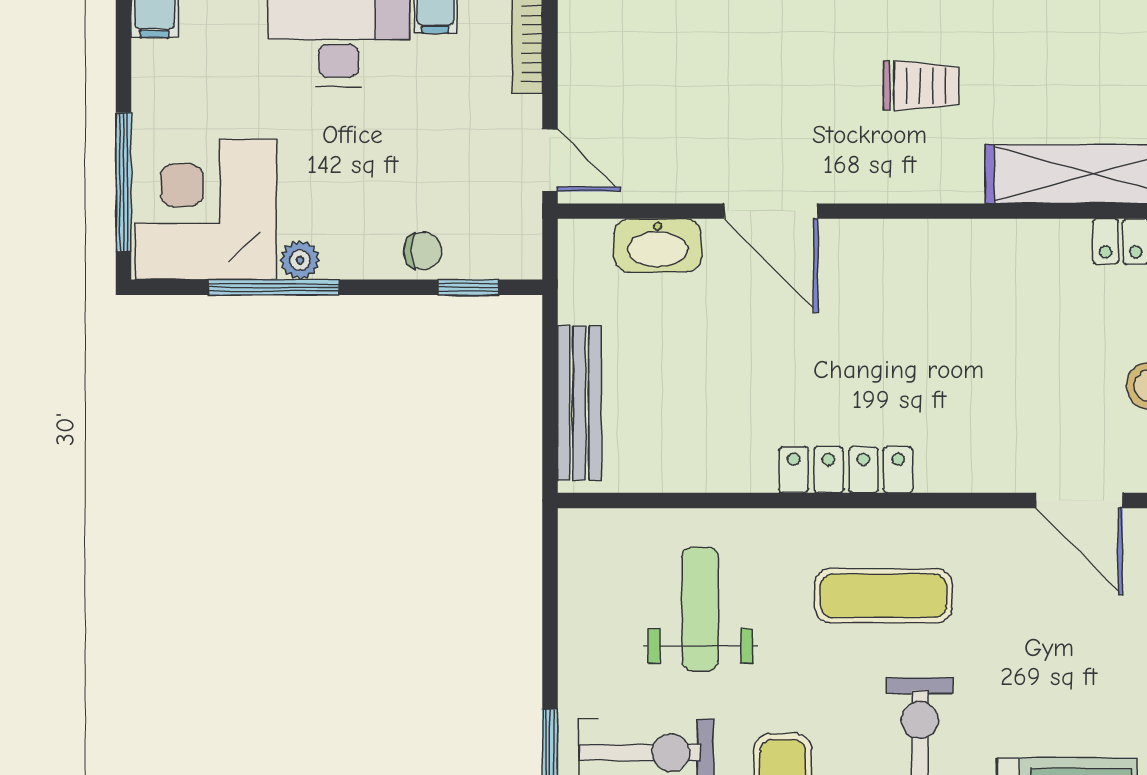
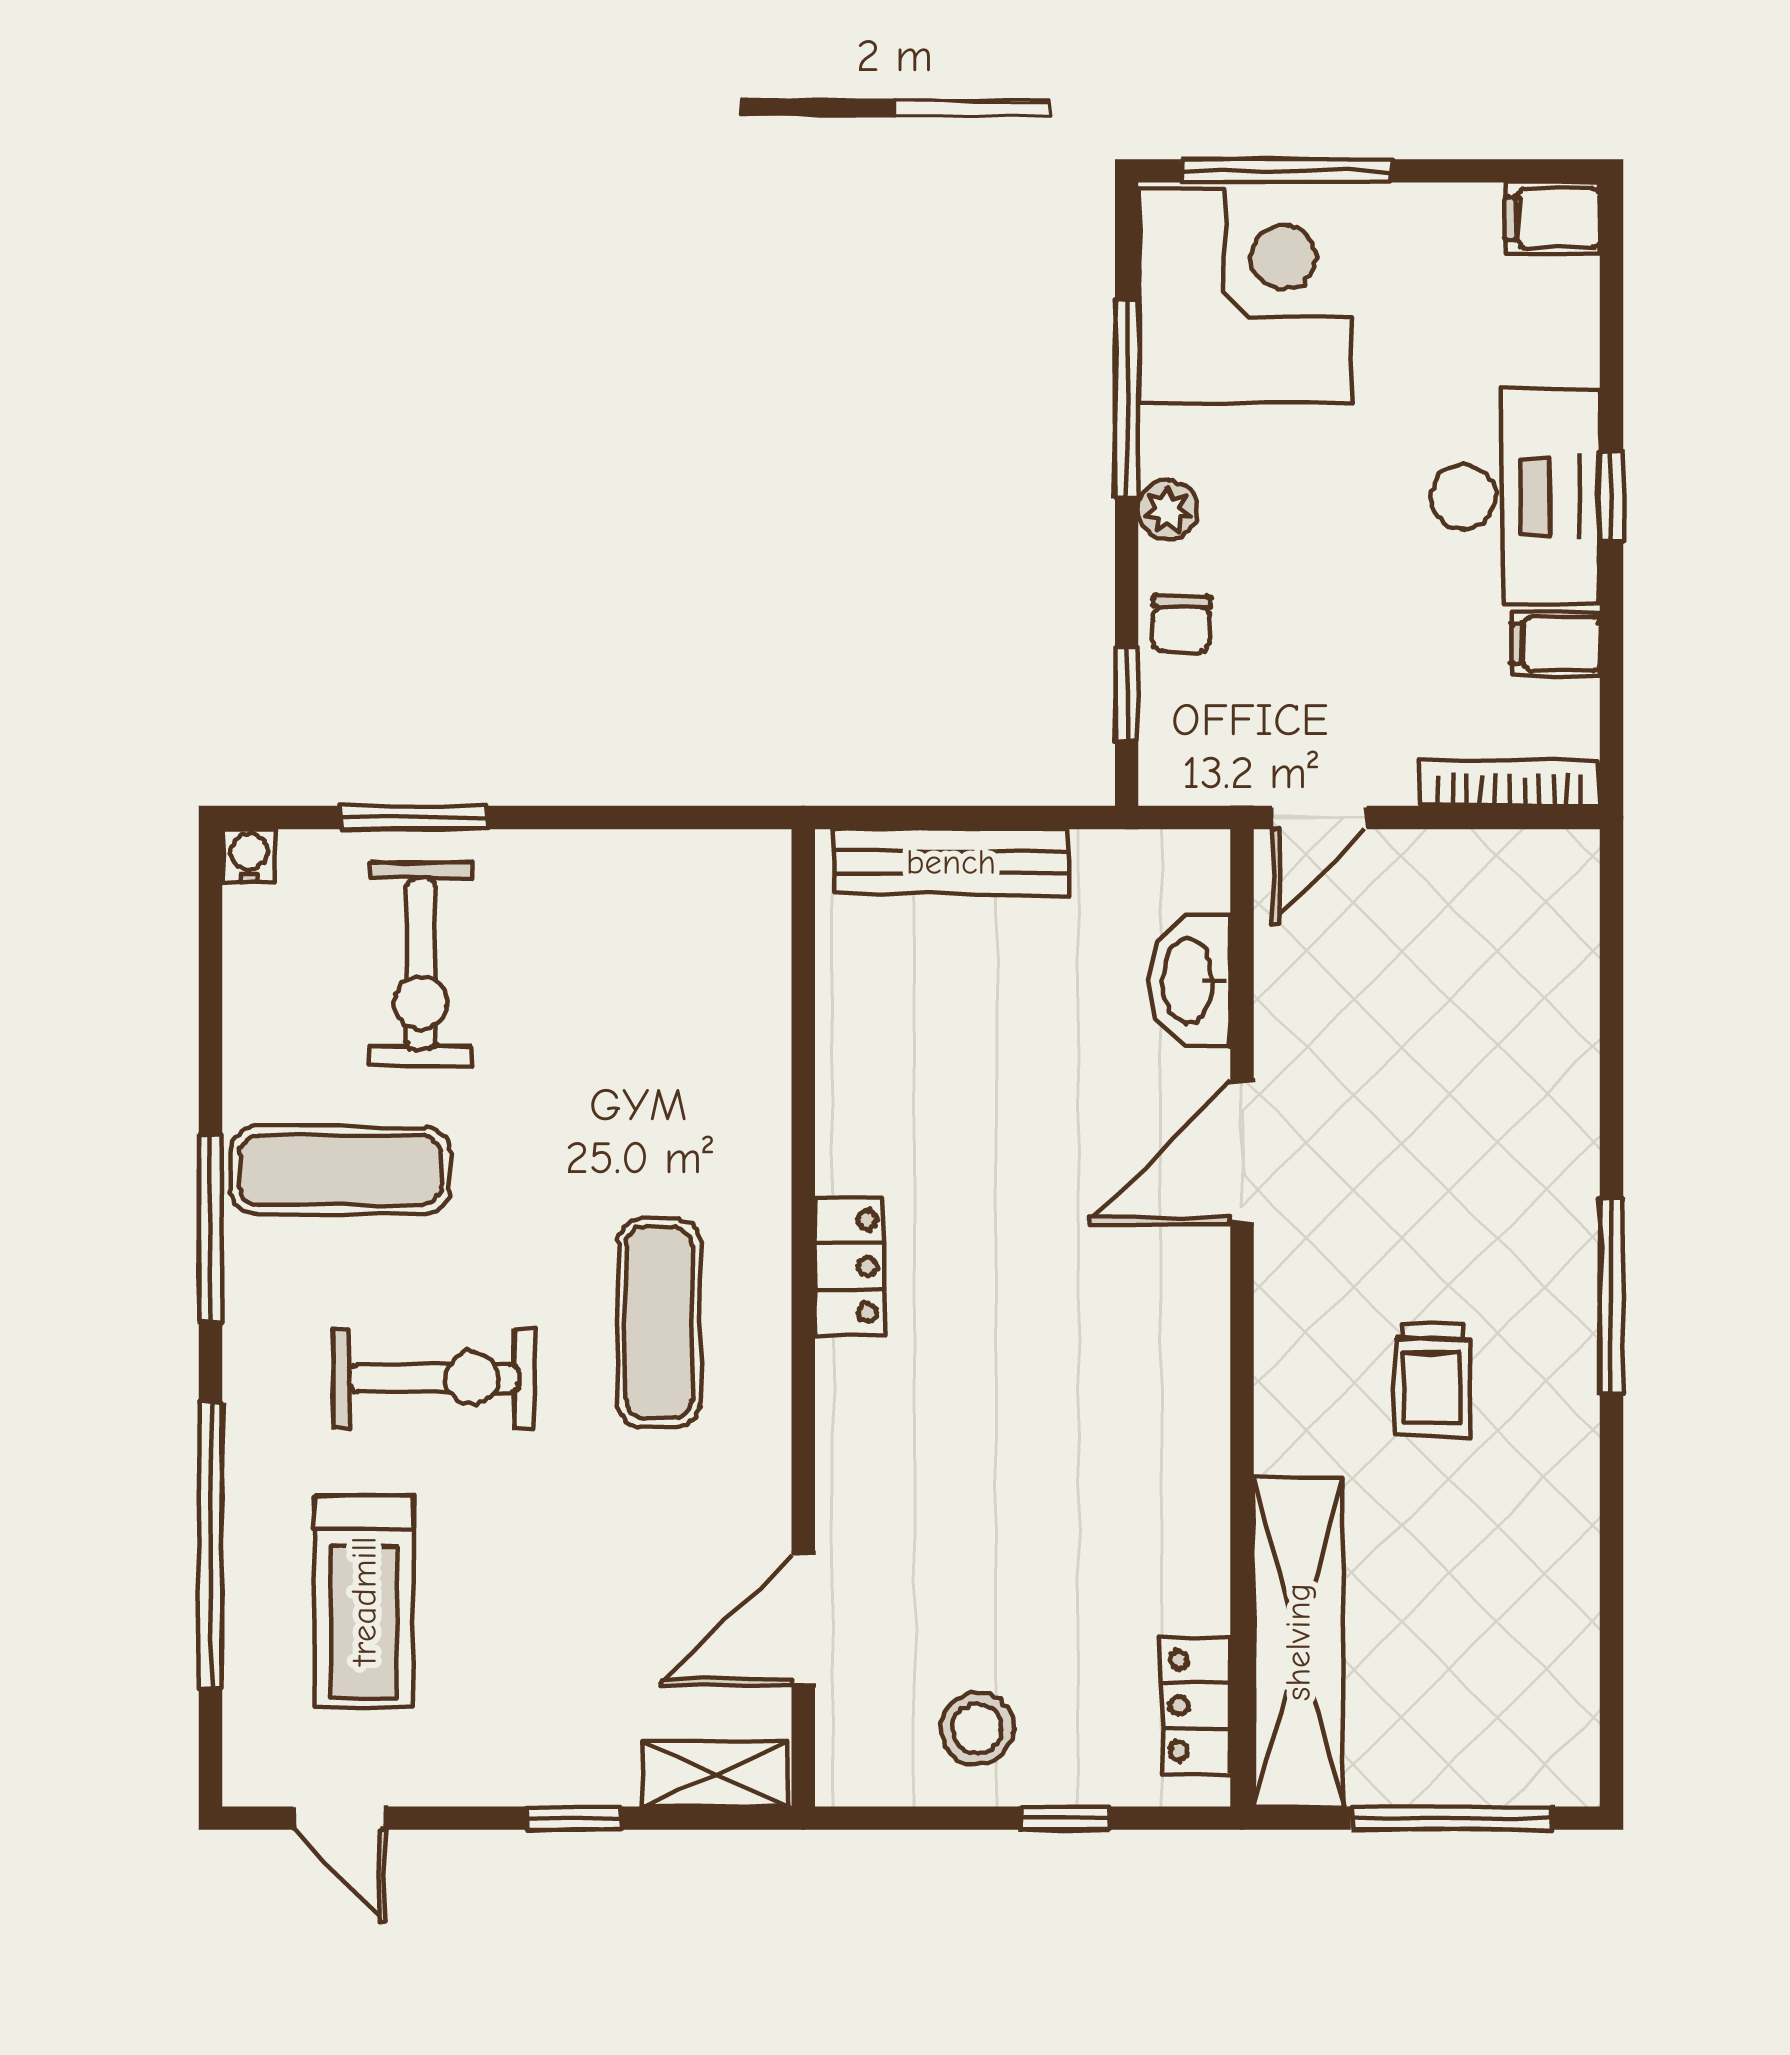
plant: (300, 260) -> (1168, 510), moved
locker: (846, 470) -> (850, 1266), width x0.66
weight bench: (700, 609) -> (639, 1045), removed

